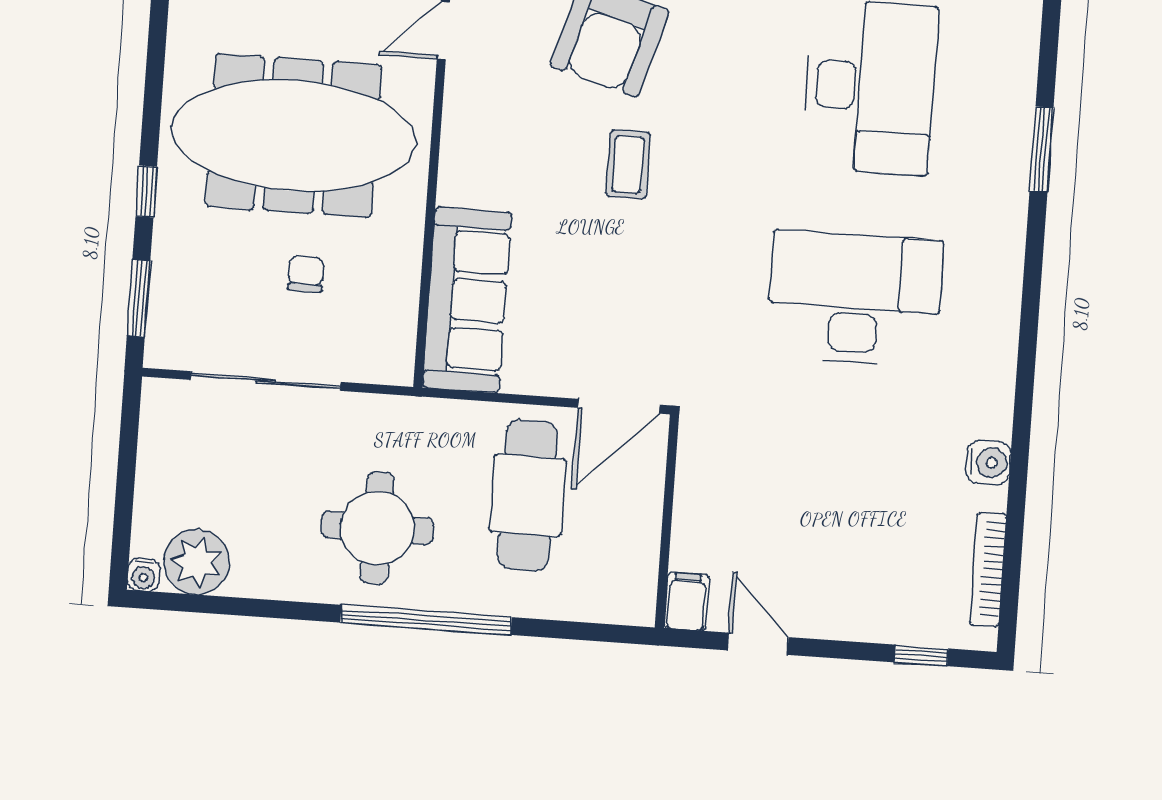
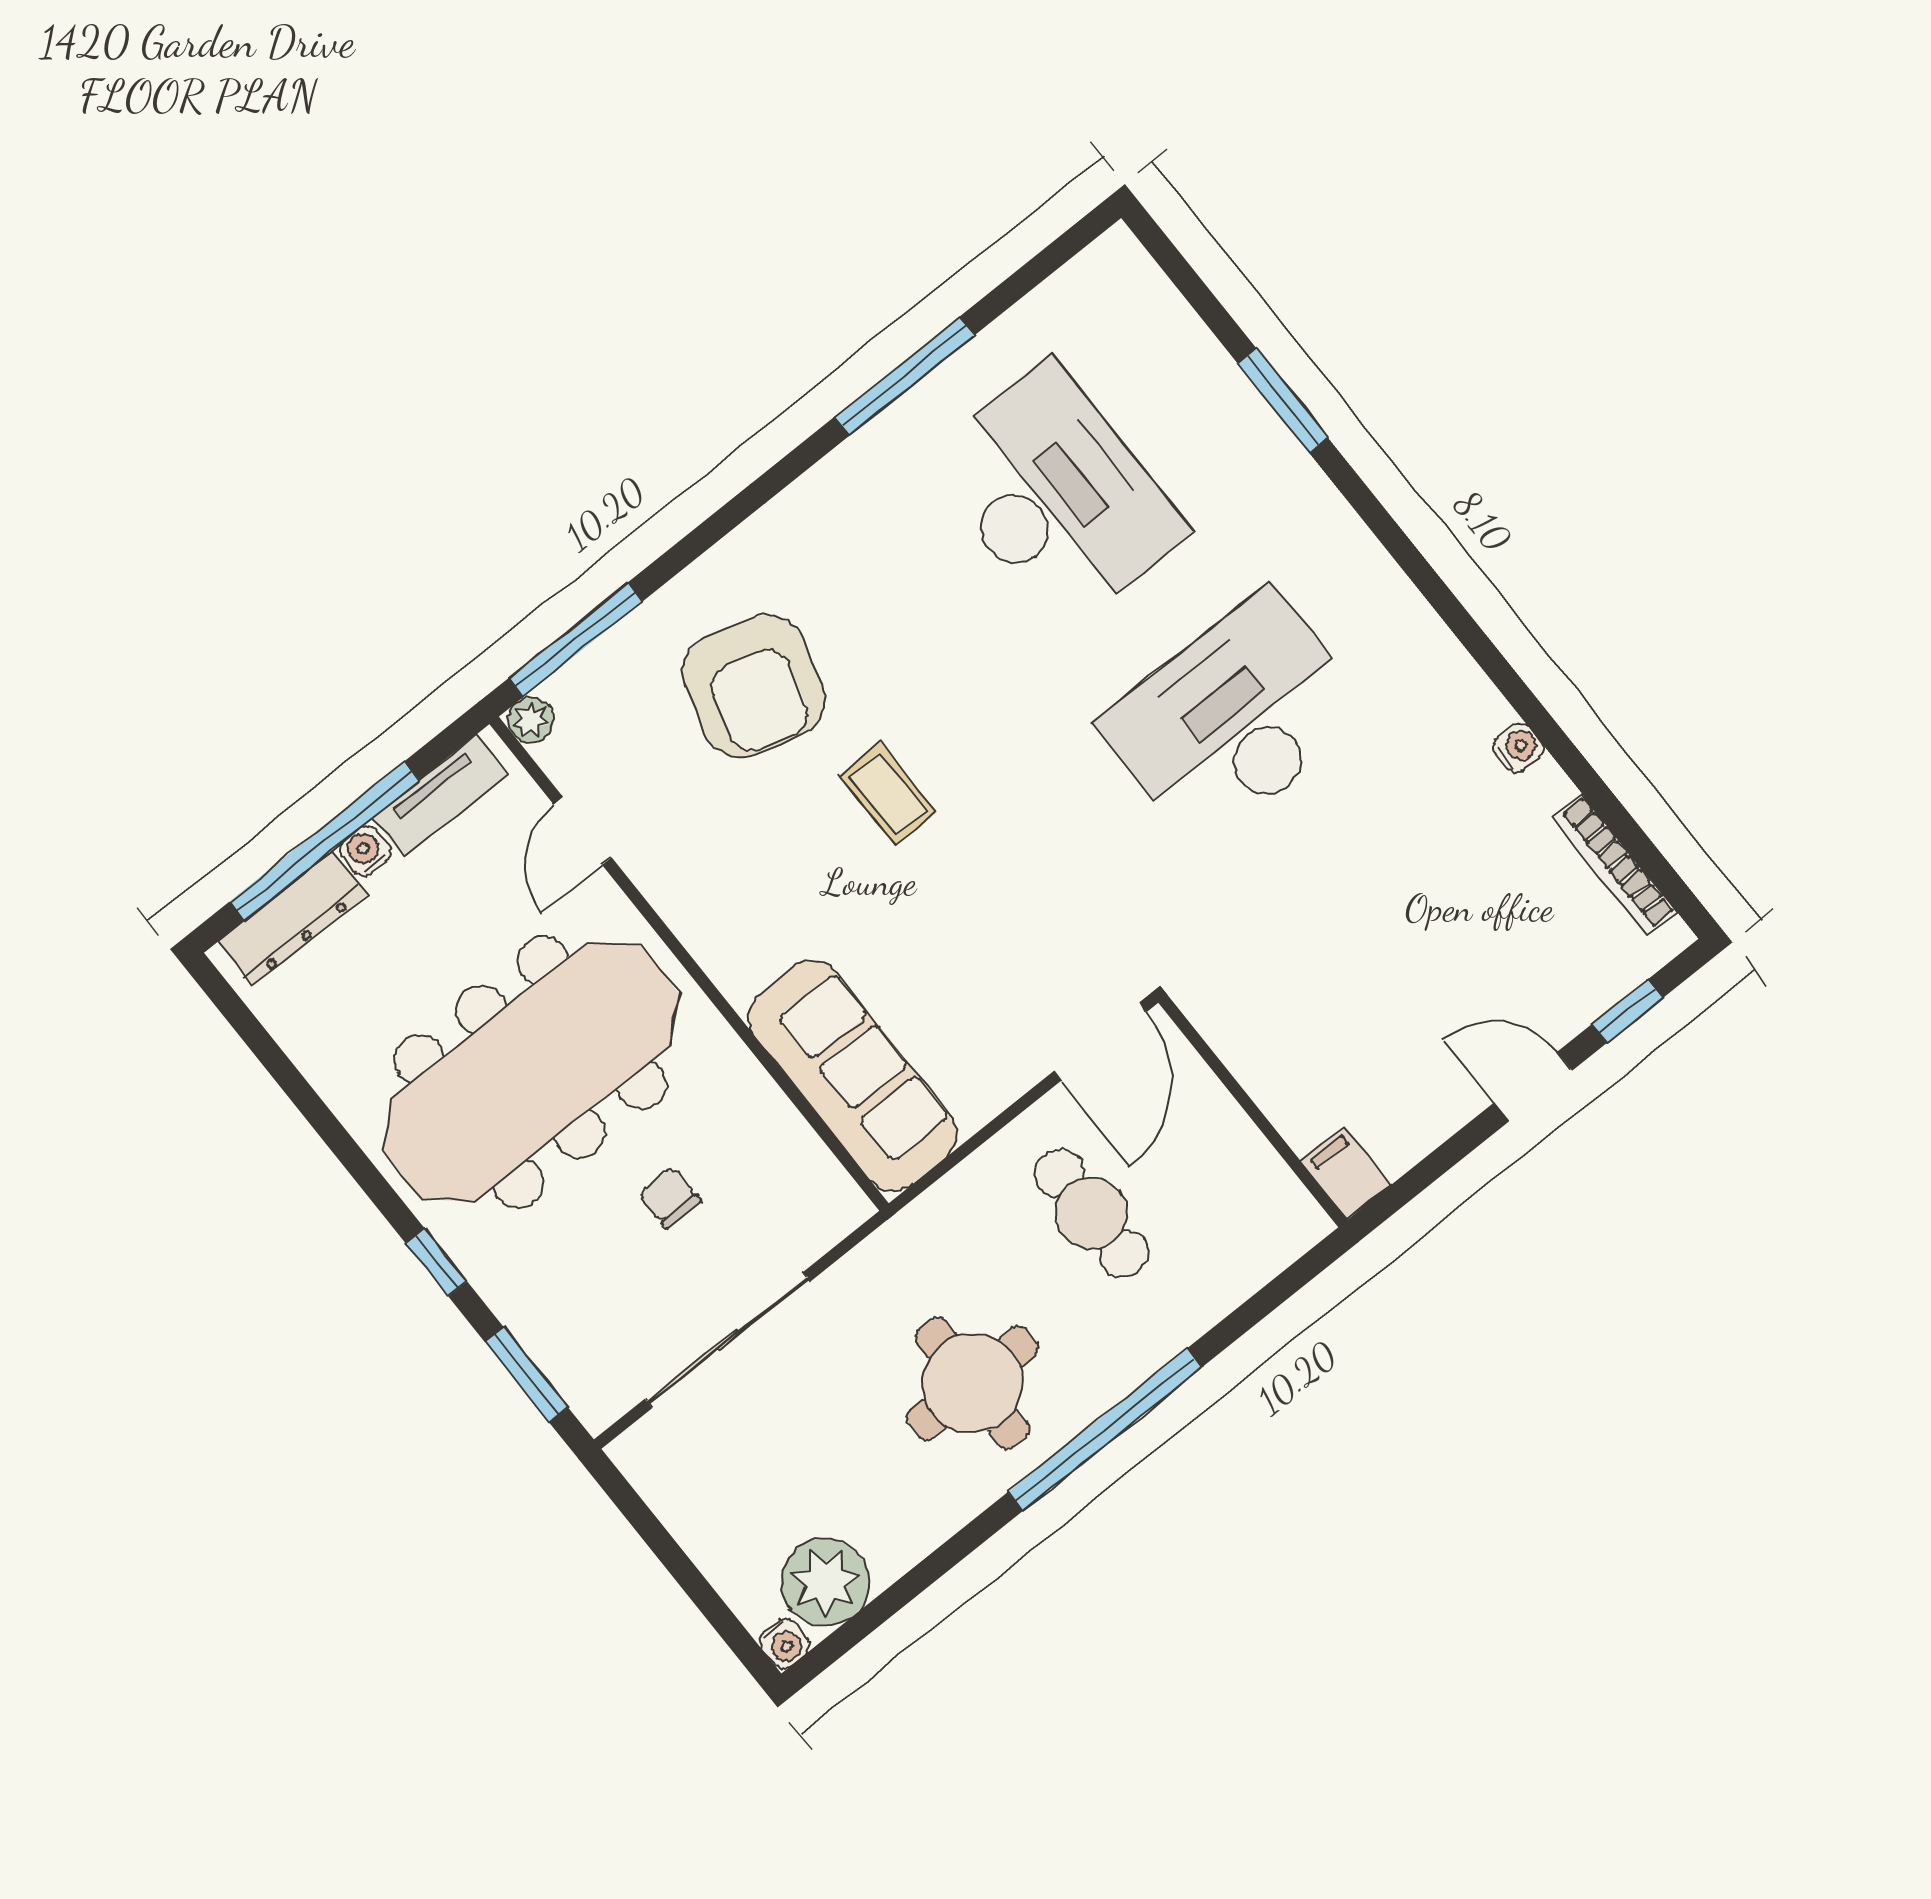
water cooler: (988, 463) -> (1518, 748), width x0.72, depth x0.72
cafe table: (528, 495) -> (1091, 1213), width x0.73, depth x0.74
door: (758, 644) -> (1533, 1087), moved

